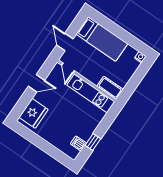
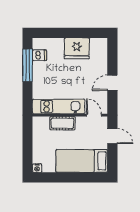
cot: (110, 88) -> (62, 123), moved
fridge: (34, 113) -> (77, 48), moved, turned -90
window: (93, 142) -> (27, 65), width x2.17

